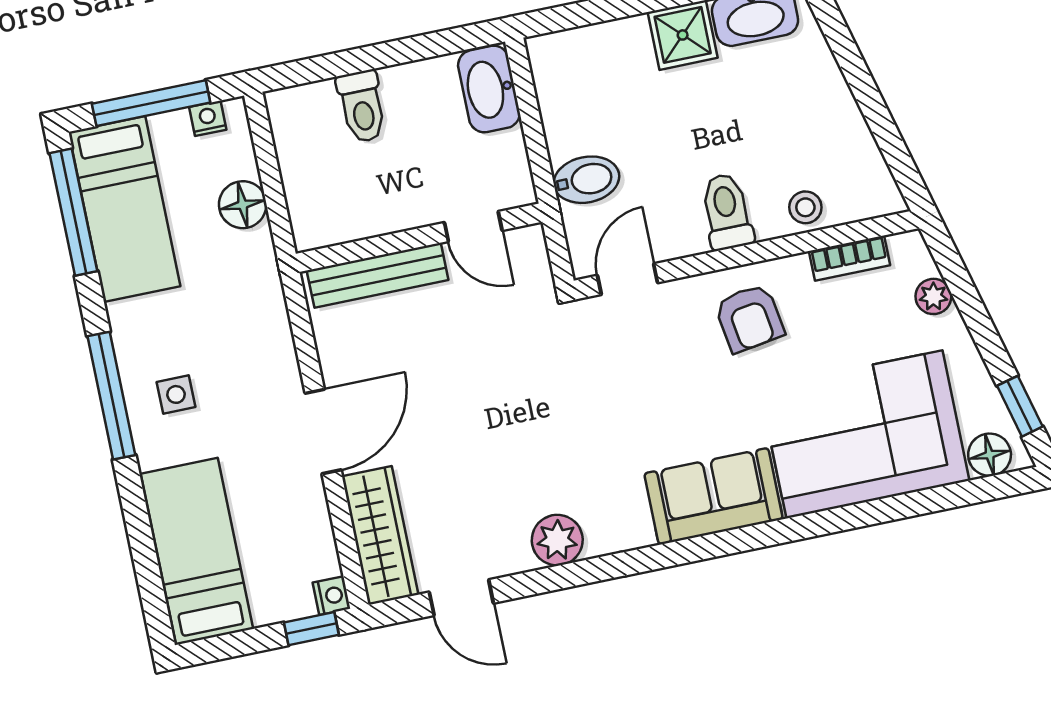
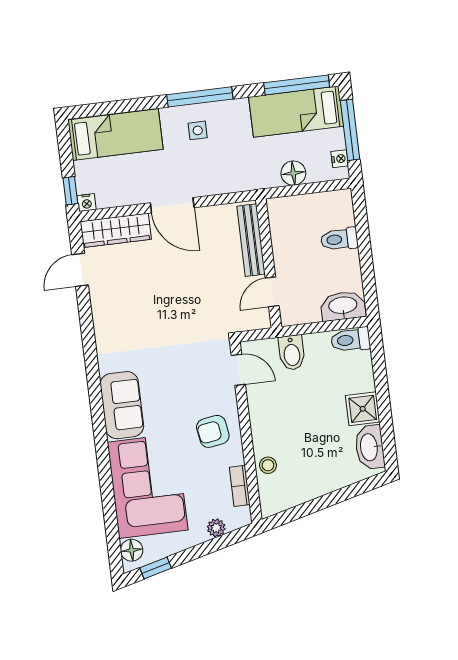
toilet: (727, 212) -> (351, 340), moved, turned 180
plant: (557, 540) -> (106, 322), removed

